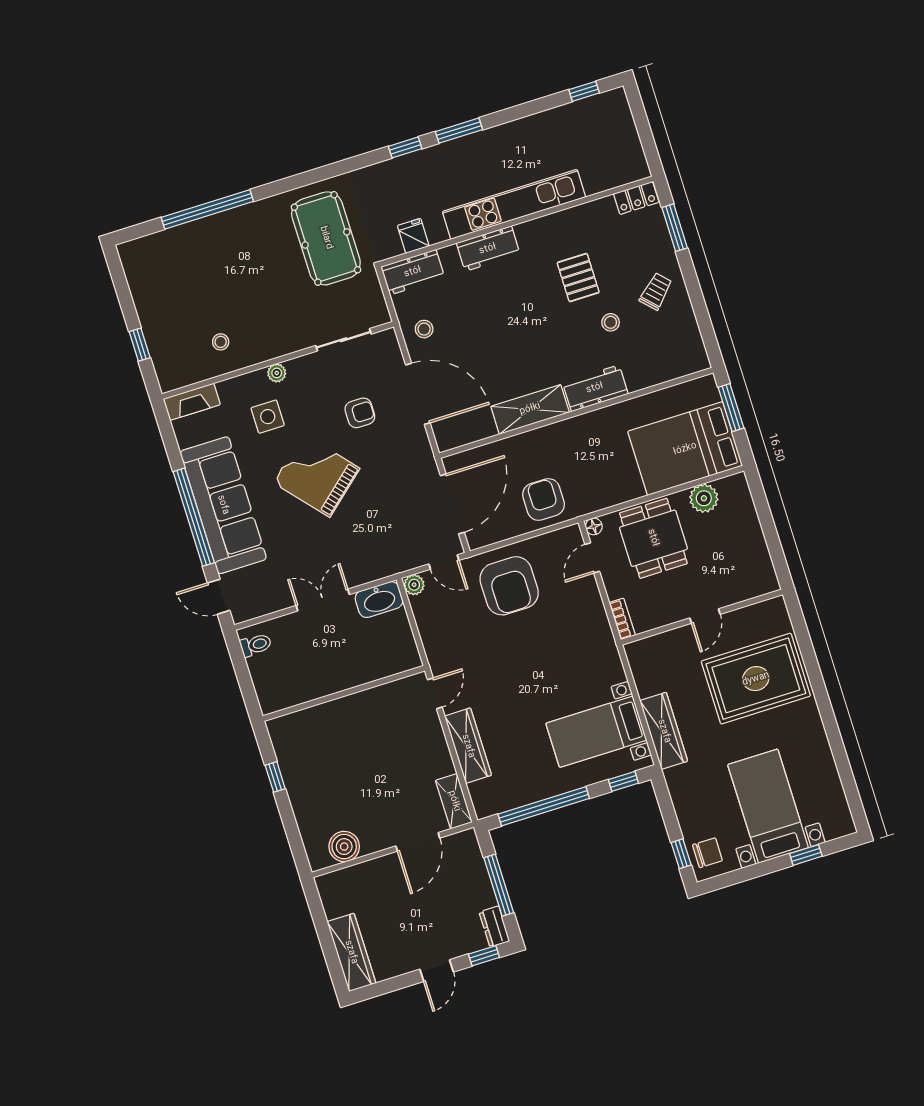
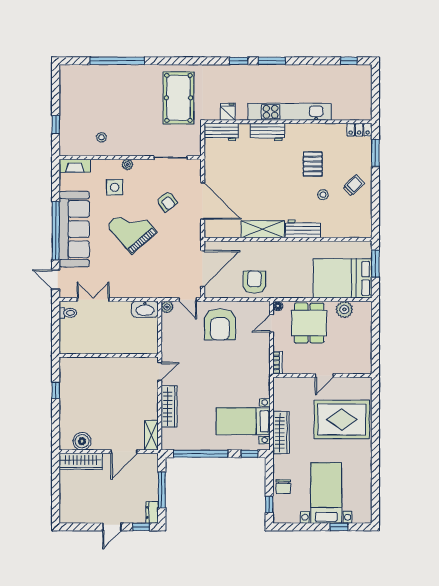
stool: (424, 329) -> (217, 166), removed
armchair: (360, 413) -> (167, 201), turned 53
double door: (323, 600) -> (93, 300), moved
chair: (707, 853) -> (283, 487), moved, turned 90
wardrobe: (351, 952) -> (81, 461), moved, turned 90

